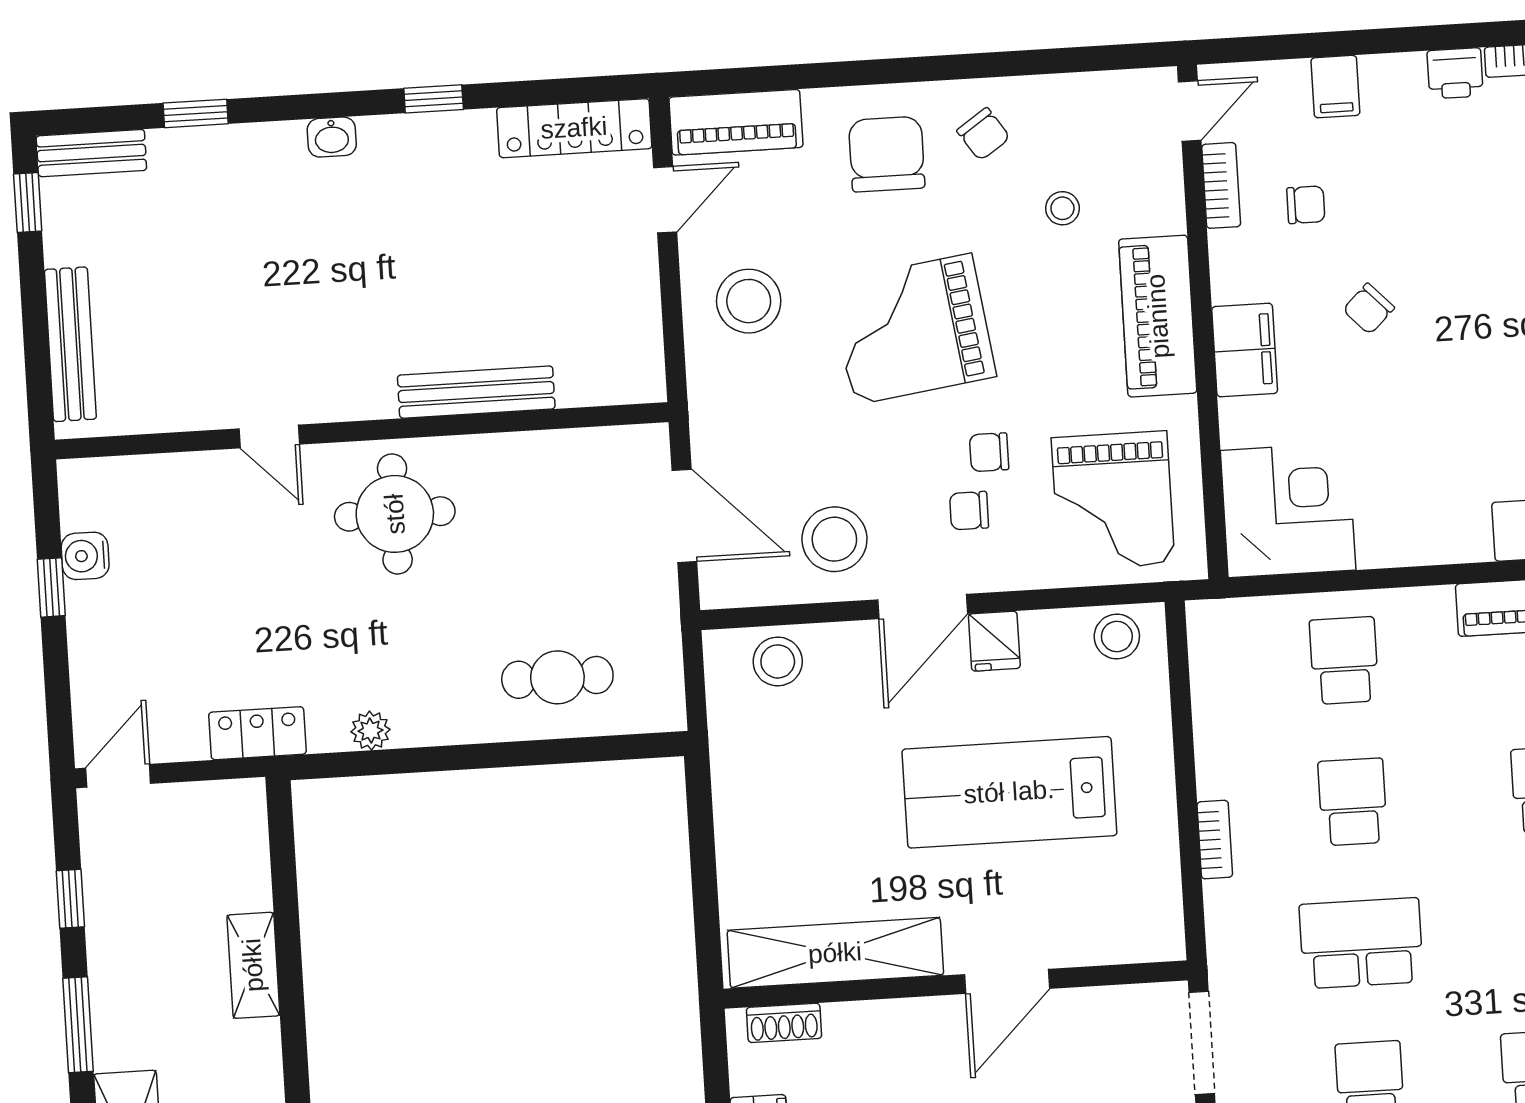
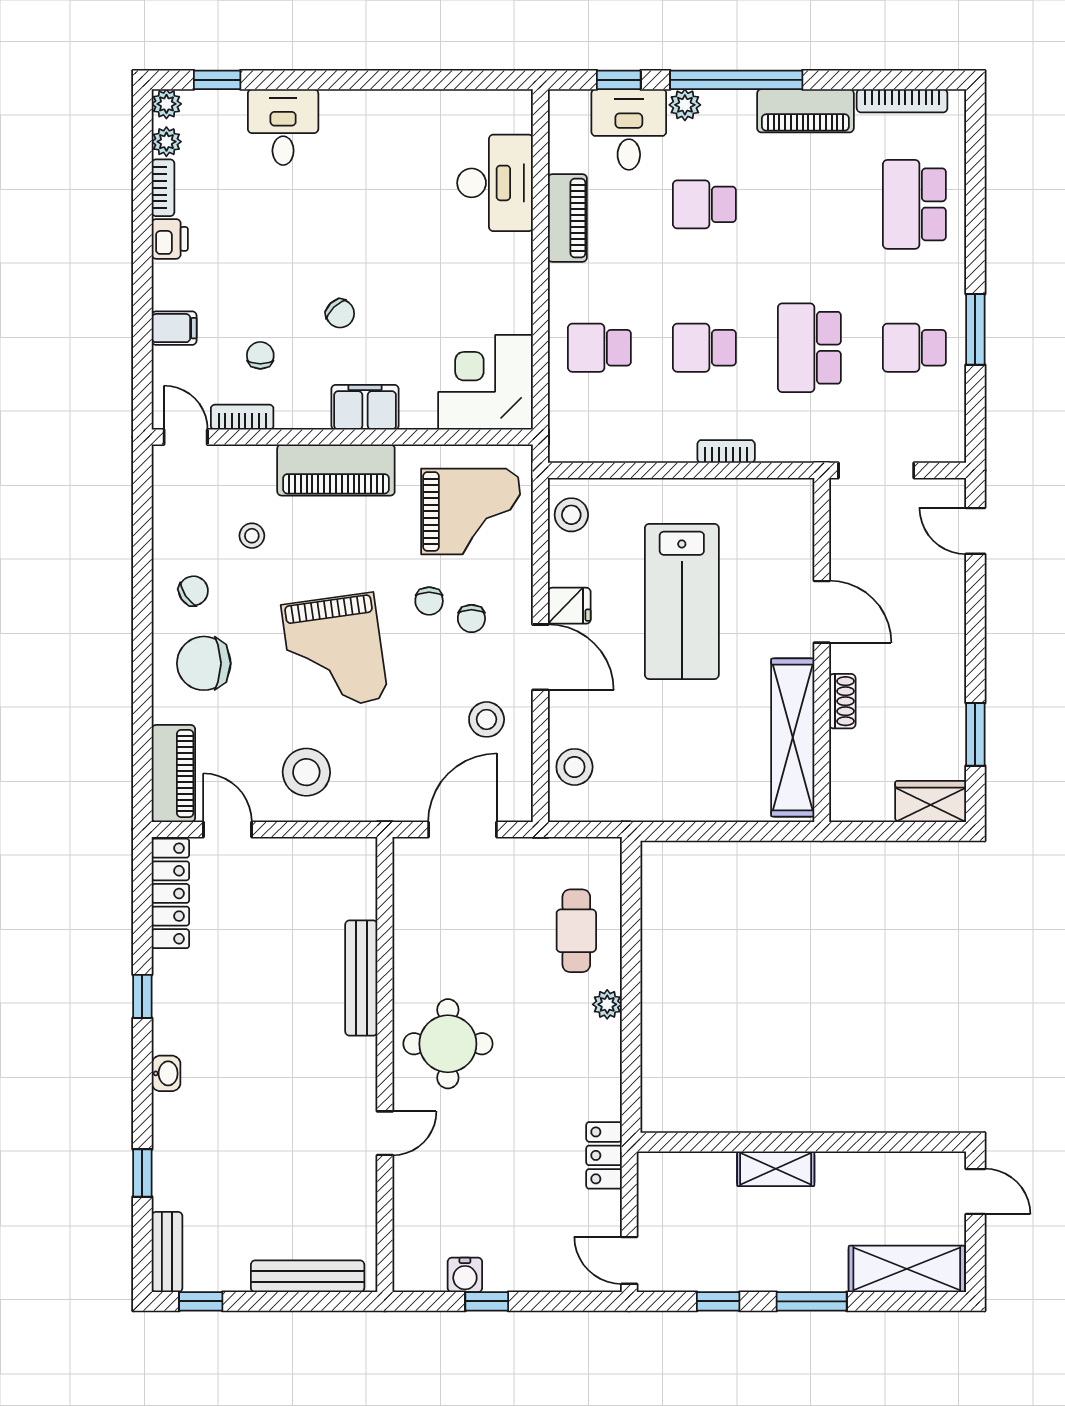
stool: (834, 539) -> (487, 719), width x0.73, depth x0.73
plant: (371, 731) -> (607, 1004), moved
shoe rack: (784, 1023) -> (842, 701), moved

